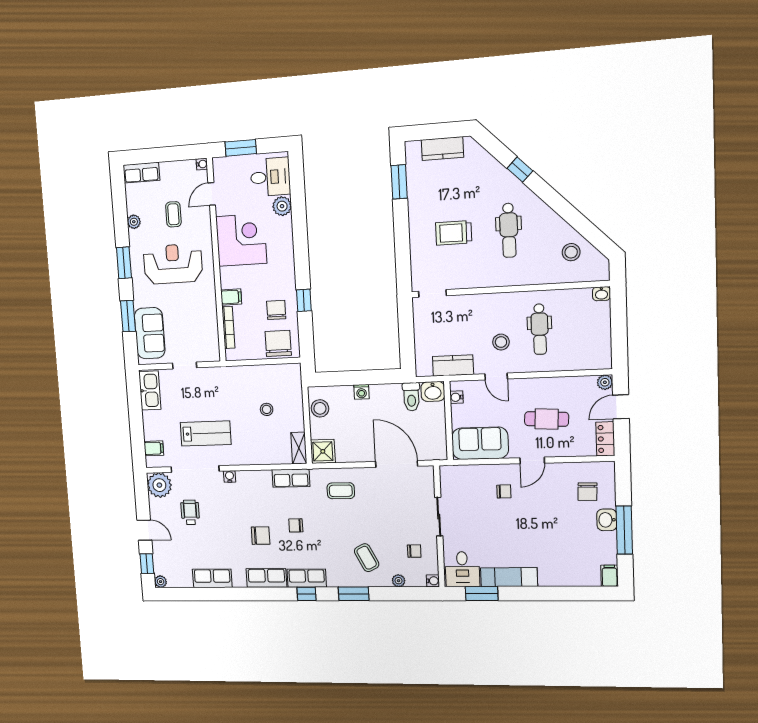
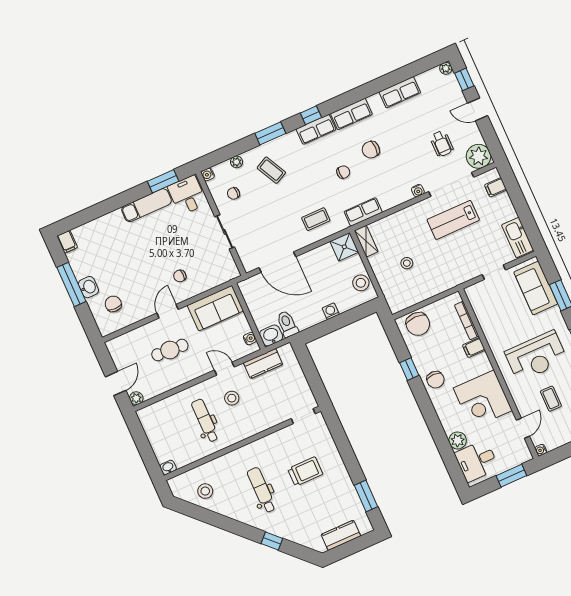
chair: (276, 310) -> (435, 380), moved
locker: (605, 439) -> (117, 353), removed

